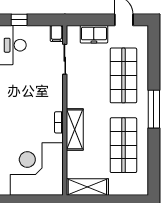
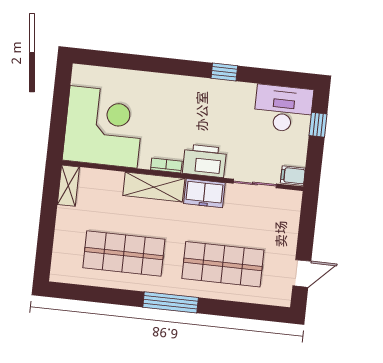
freezer: (94, 34) -> (204, 193), moved, turned -90
printer: (53, 96) -> (204, 161), added
shelving: (87, 187) -> (68, 186), width x0.67, depth x0.75

